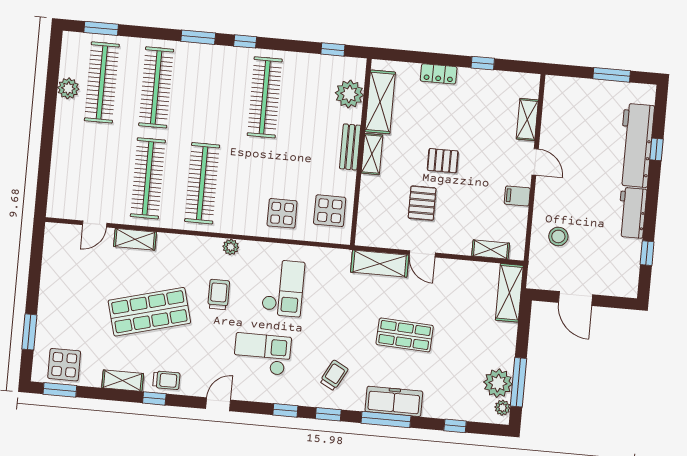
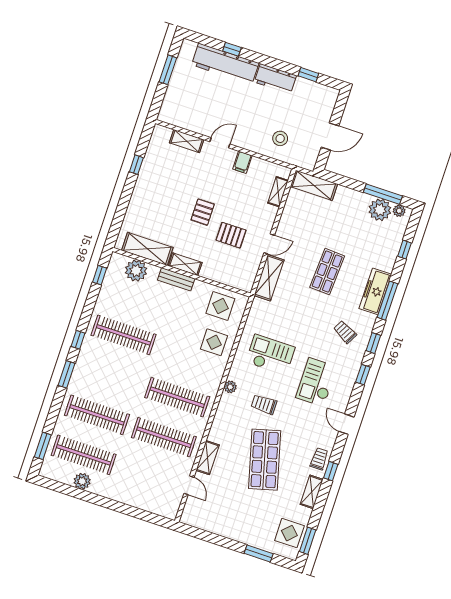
locker: (439, 74) -> (137, 200), removed

